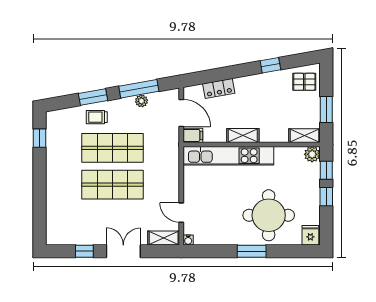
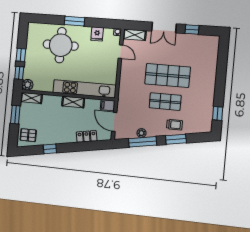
shop shelf: (113, 148) -> (165, 102), width x0.70, depth x0.74
fridge: (310, 235) -> (97, 34), moved

